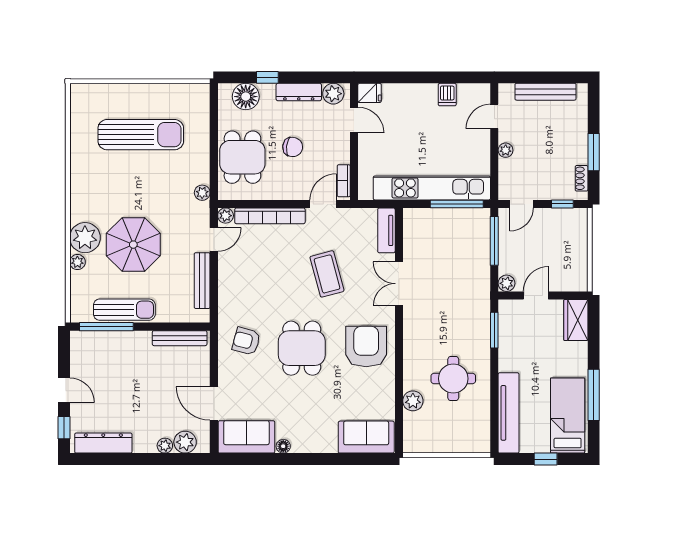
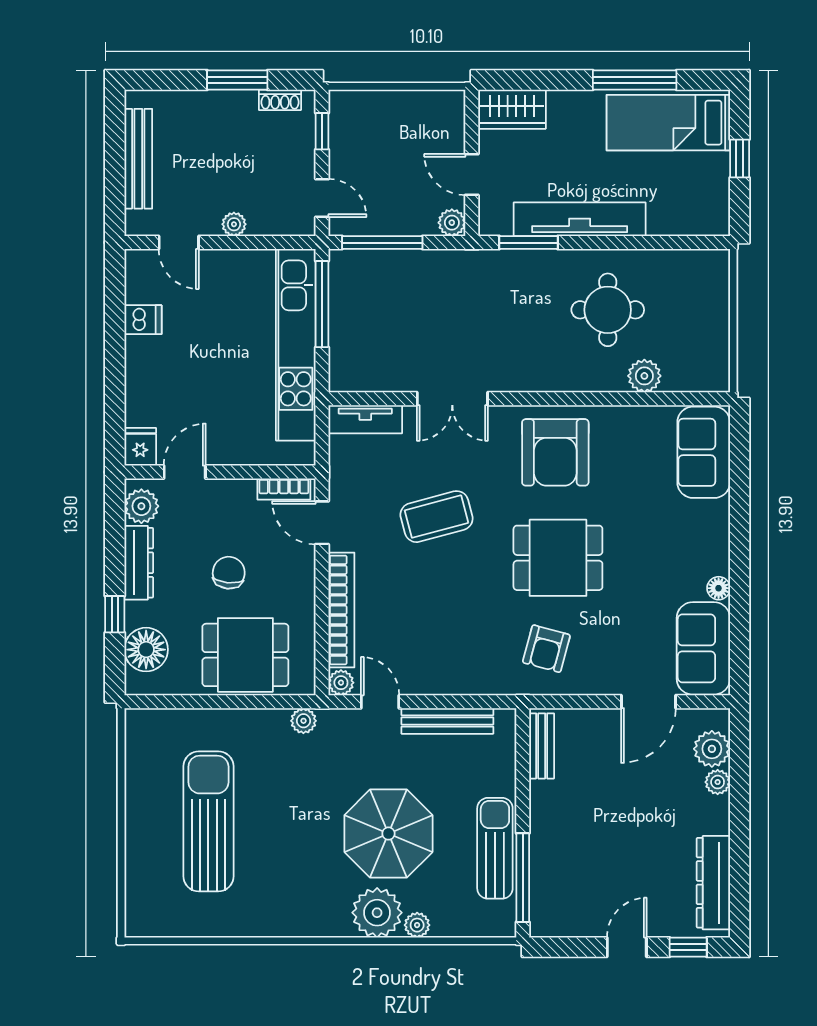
bench: (180, 338) -> (542, 746), width x0.73
armchair: (366, 346) -> (555, 452), turned -90
tv unit: (509, 413) -> (580, 219), moved

